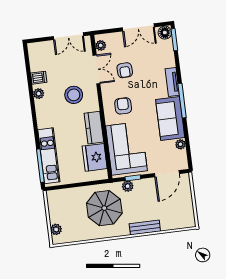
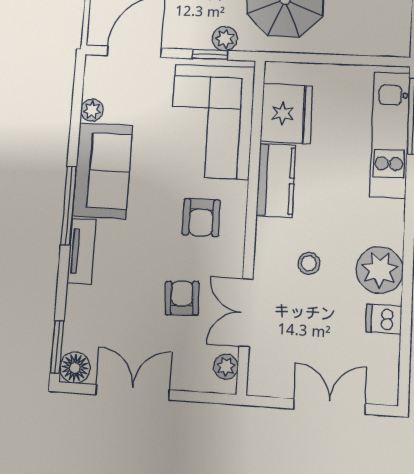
double door: (68, 36) -> (329, 406), moved
plant: (39, 94) -> (380, 270), width x1.87, depth x1.87
stool: (74, 95) -> (309, 263), width x0.53, depth x0.53

